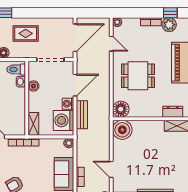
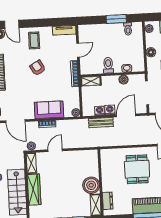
toilet: (16, 69) -> (108, 65), moved
door: (75, 85) -> (126, 115), swing flipped
floor lamp: (121, 109) -> (107, 156), removed
washing machine: (63, 120) -> (100, 111), width x0.53, depth x0.53
boiler: (122, 130) -> (91, 185), moved

